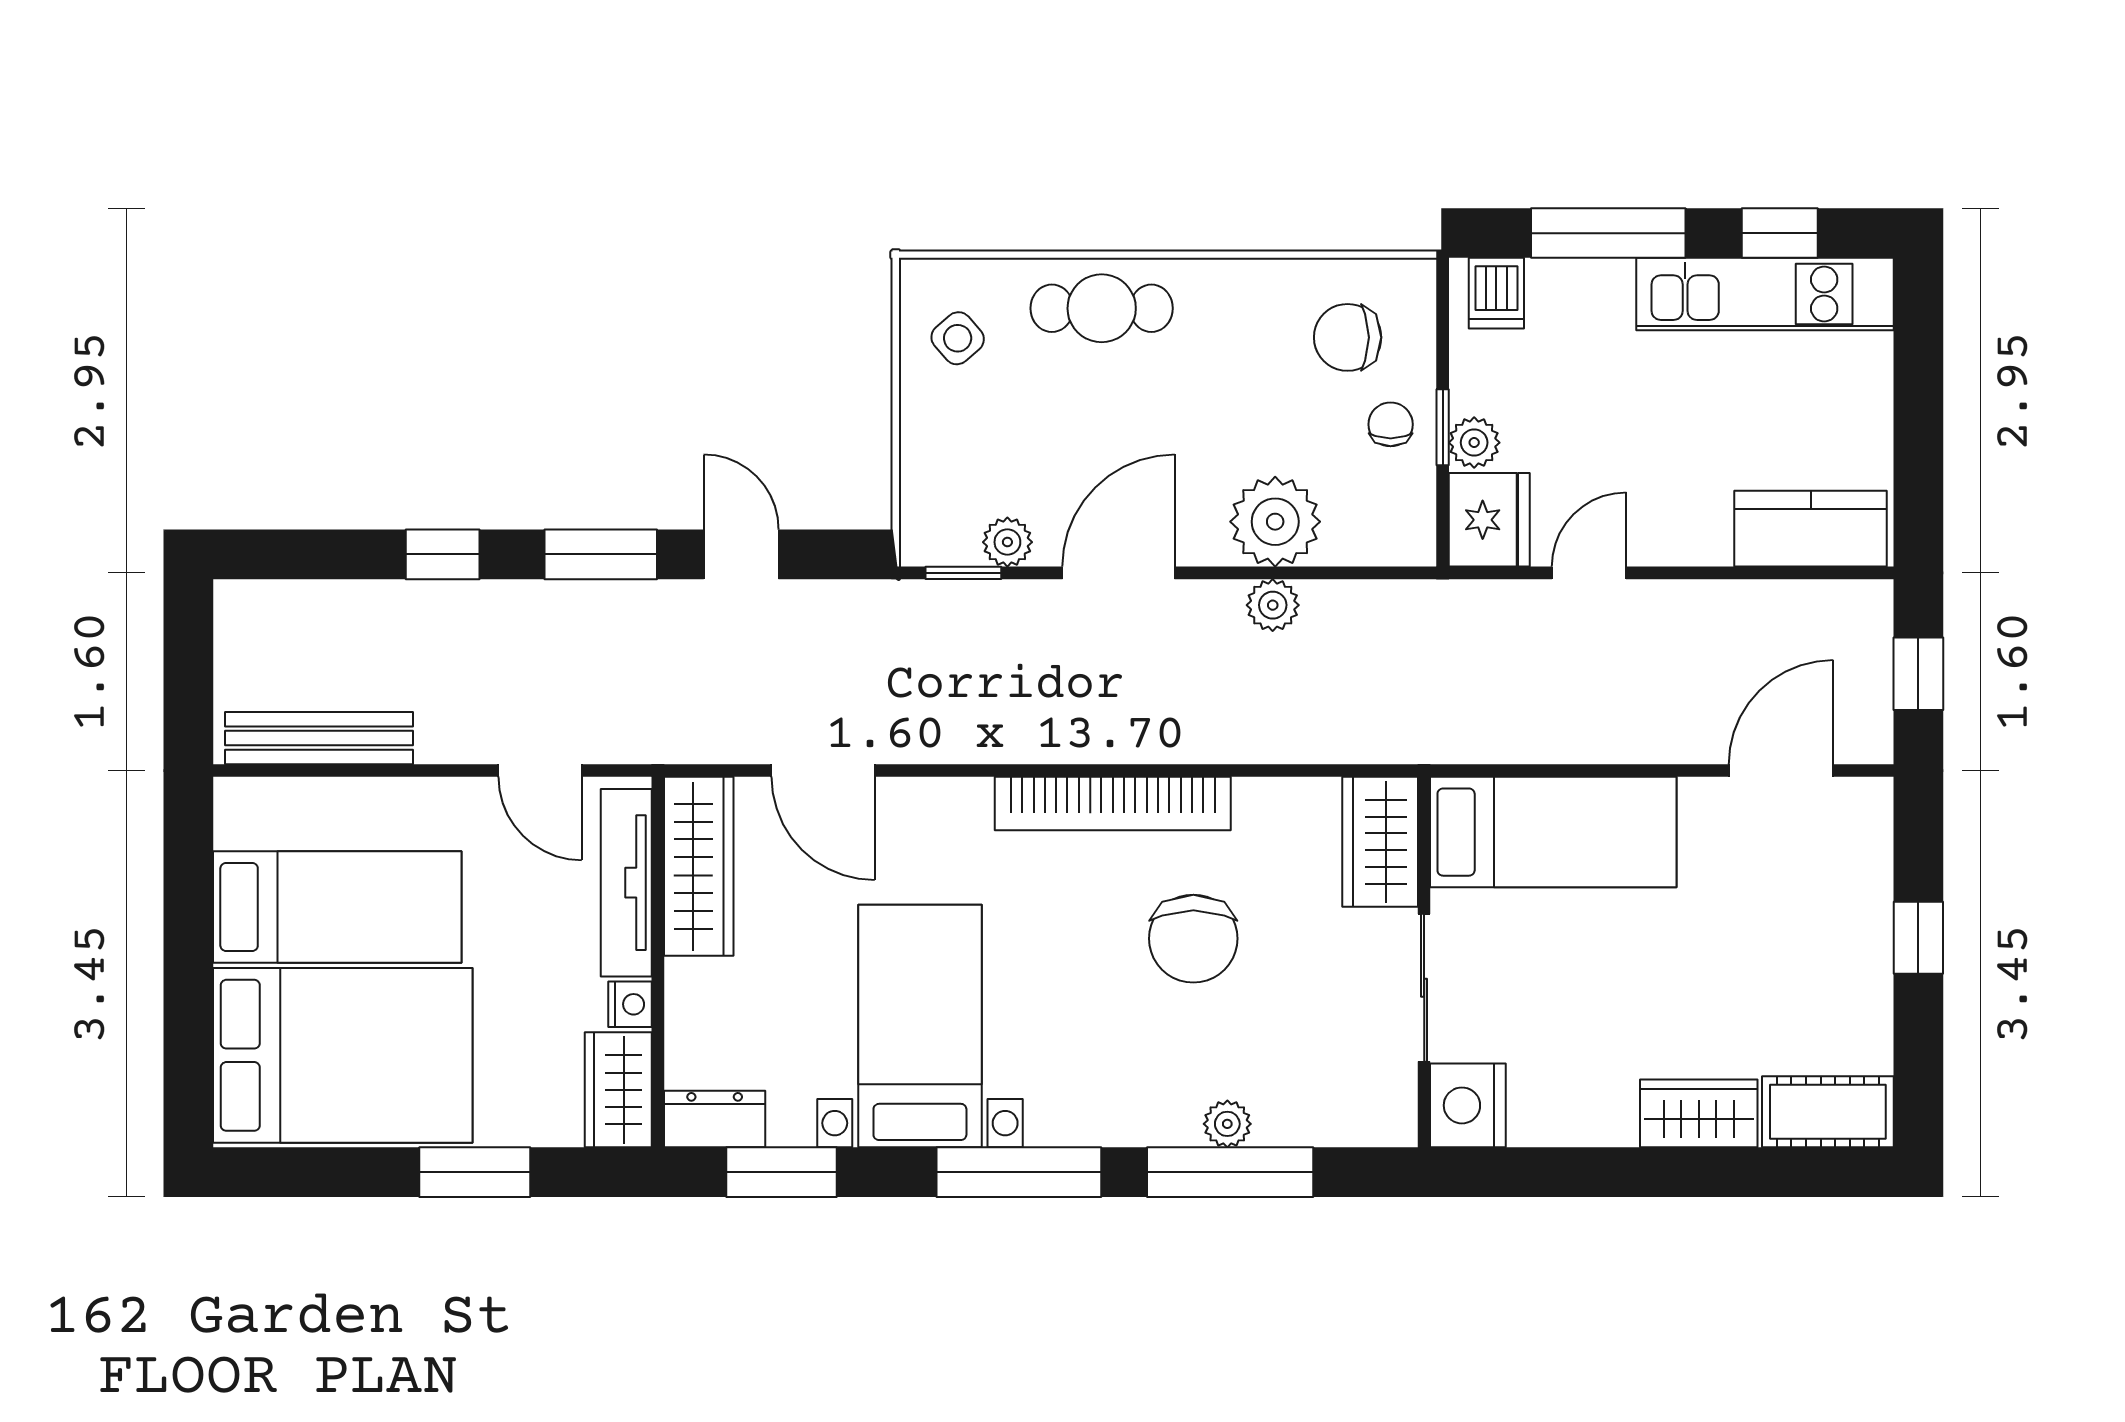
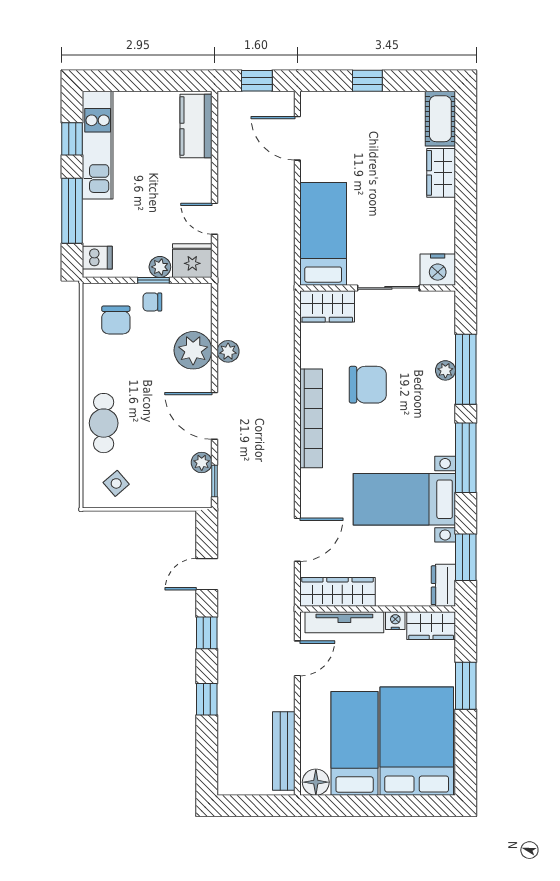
window: (601, 554) -> (207, 633), width x0.67
floor lamp: (245, 814) -> (316, 782), added

